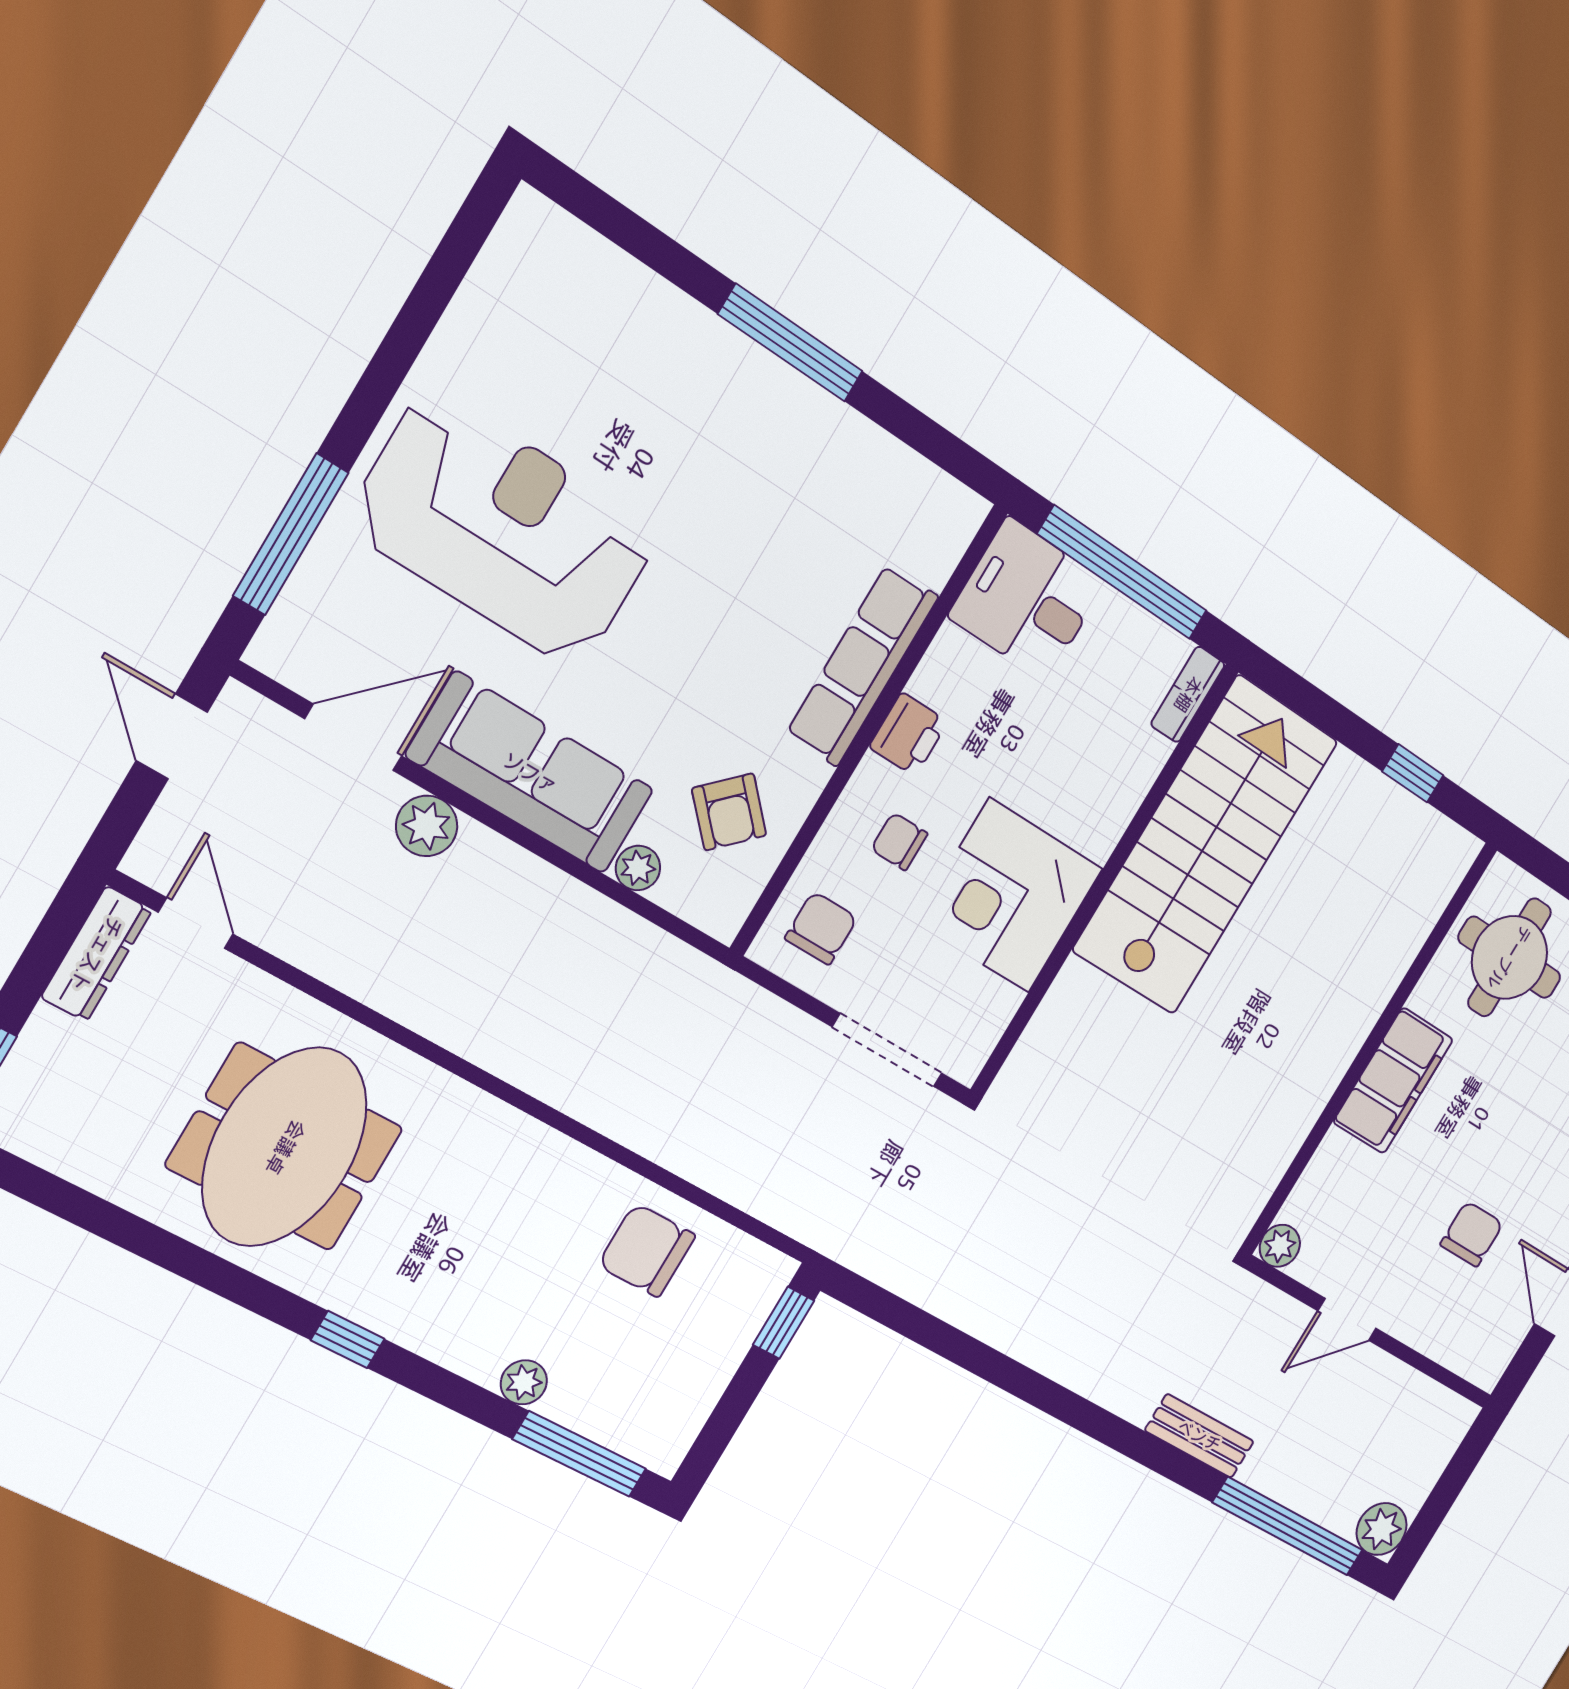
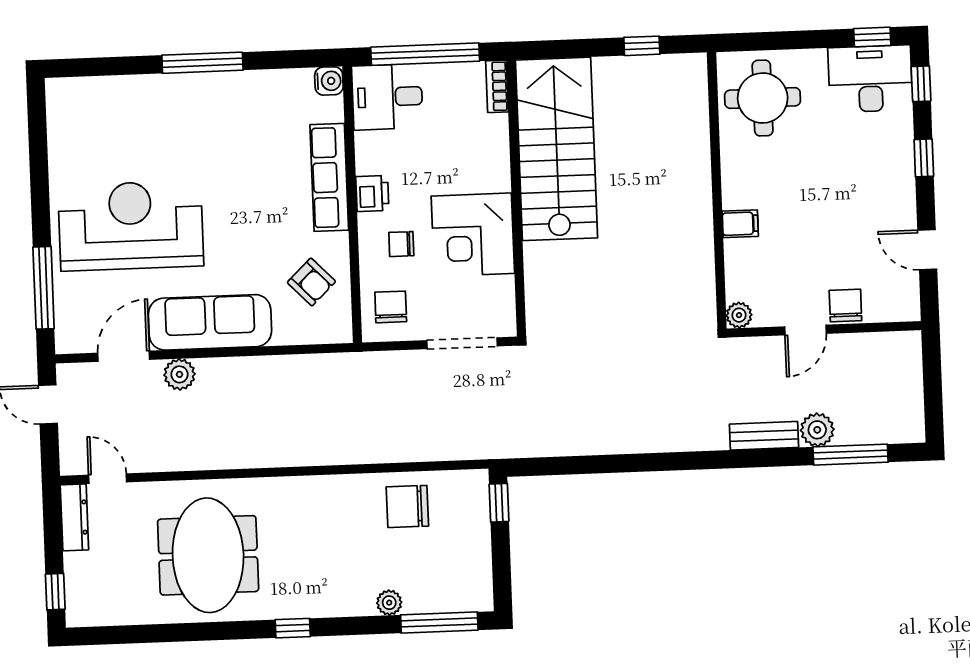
water cooler: (960, 513) -> (329, 81), added
plant: (638, 868) -> (286, 333), removed
filing cabinet: (1393, 1081) -> (740, 224), width x0.33, depth x0.86
chair: (1472, 1234) -> (845, 306), moved
window: (1288, 1526) -> (851, 455), width x0.68
plant: (1382, 1529) -> (817, 430), moved

